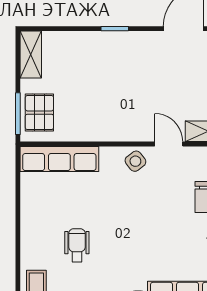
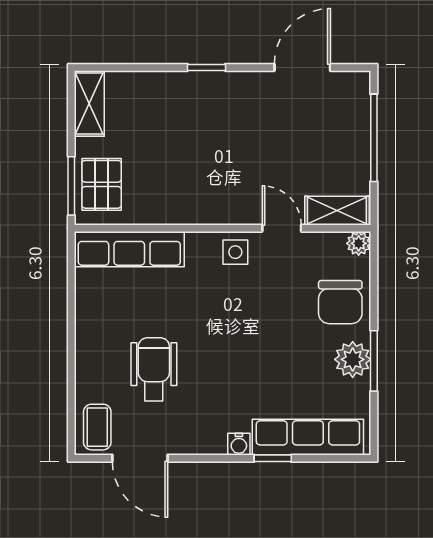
side table: (135, 161) -> (235, 252), turned 38
wheelchair: (77, 245) -> (154, 369), width x1.36, depth x1.37

